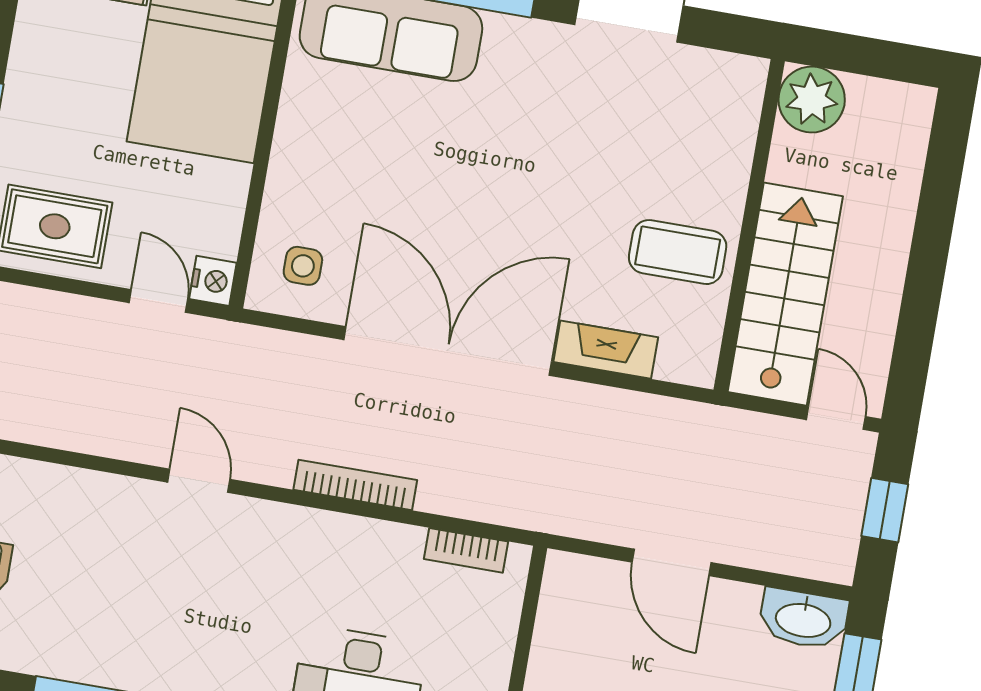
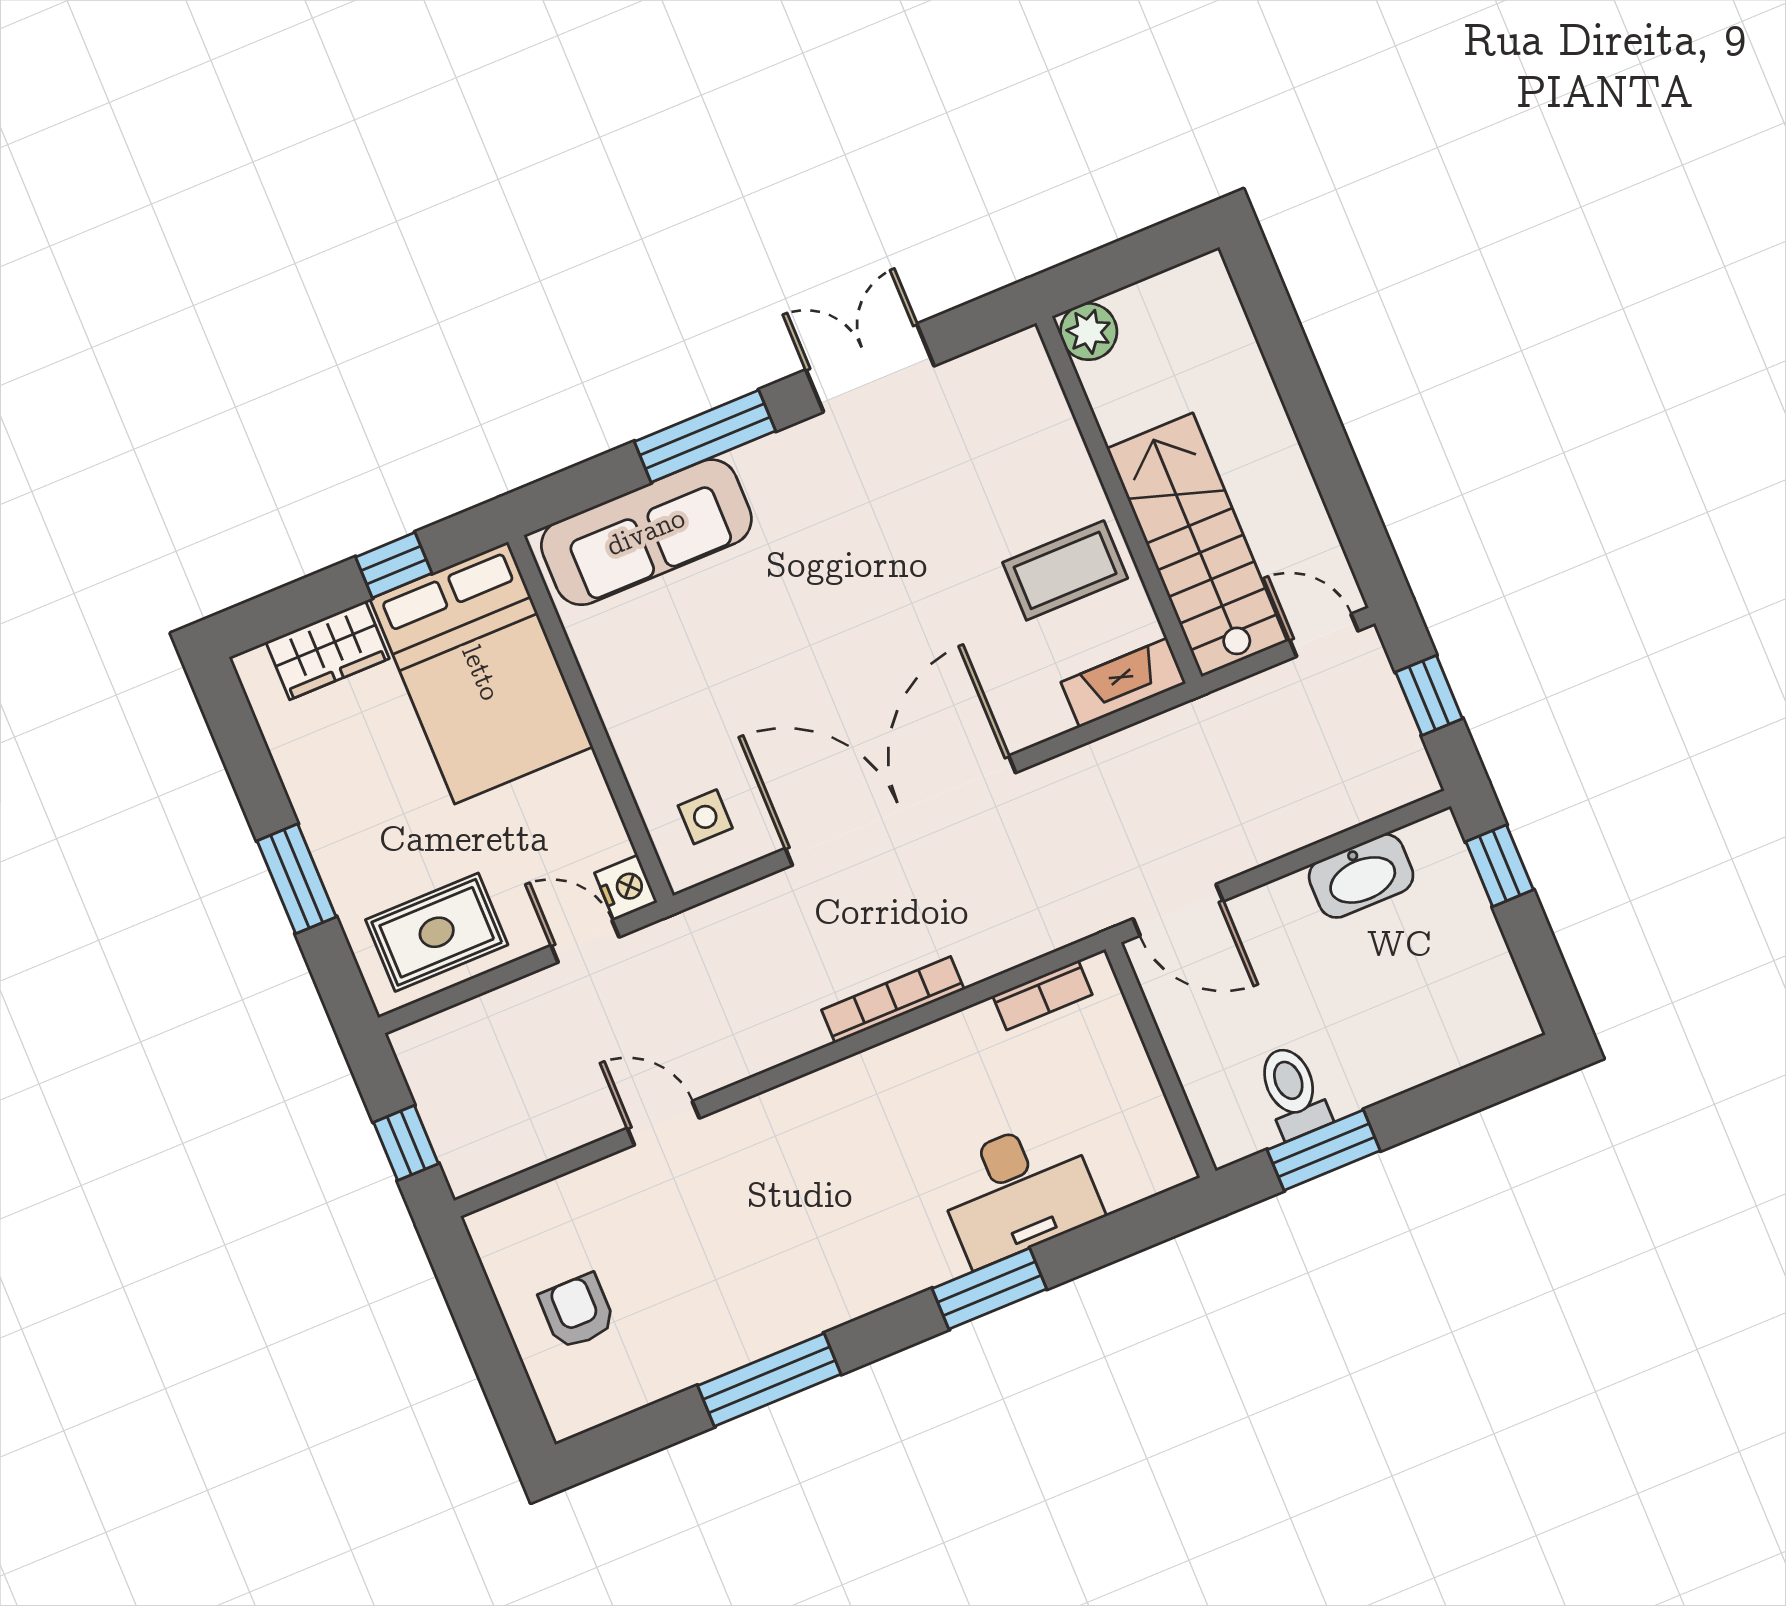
plant: (812, 100) -> (1089, 332), width x0.73, depth x0.73
fireplace: (606, 350) -> (1123, 683), moved
door: (199, 481) -> (663, 1123), moved
door: (672, 562) -> (1178, 910), moved
washbasin: (803, 619) -> (1361, 876), moved

